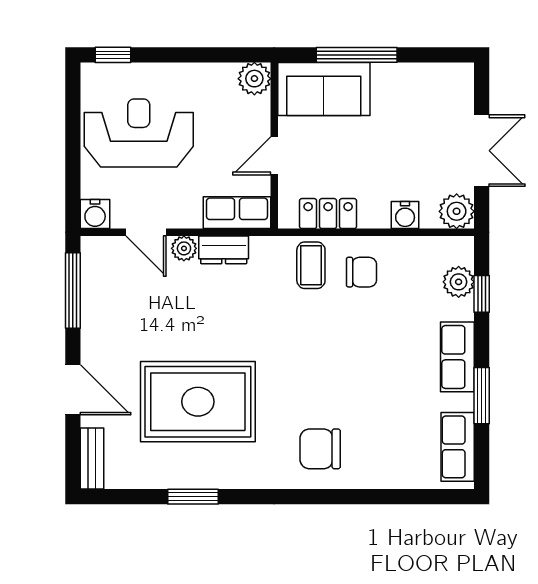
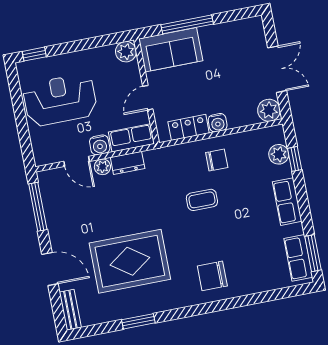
water cooler: (95, 214) -> (100, 145), moved
water cooler: (405, 215) -> (218, 123), moved
coffee table: (311, 265) -> (202, 200), moved, turned 90
window: (482, 396) -> (313, 253), moved

